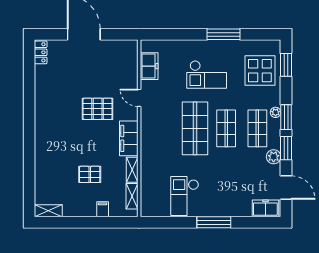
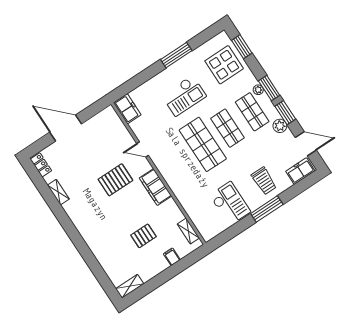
freezer: (149, 66) -> (127, 109), moved
shelving: (132, 170) -> (58, 192), moved
checkout: (185, 196) -> (230, 203), turned 180
trolley: (228, 196) -> (264, 181), added

